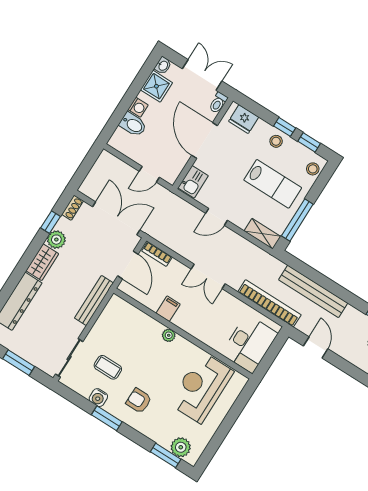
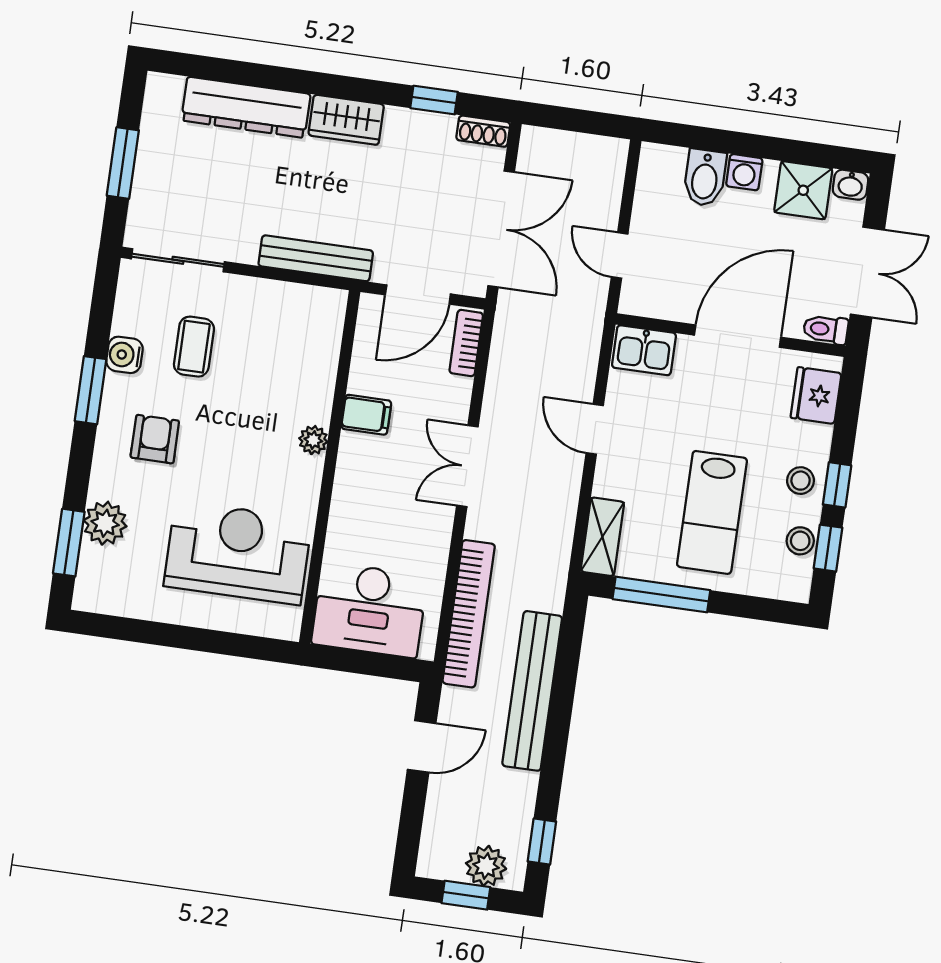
stool: (313, 169) -> (800, 541), moved
plant: (56, 240) -> (404, 128), removed
plant: (181, 447) -> (105, 523), moved

